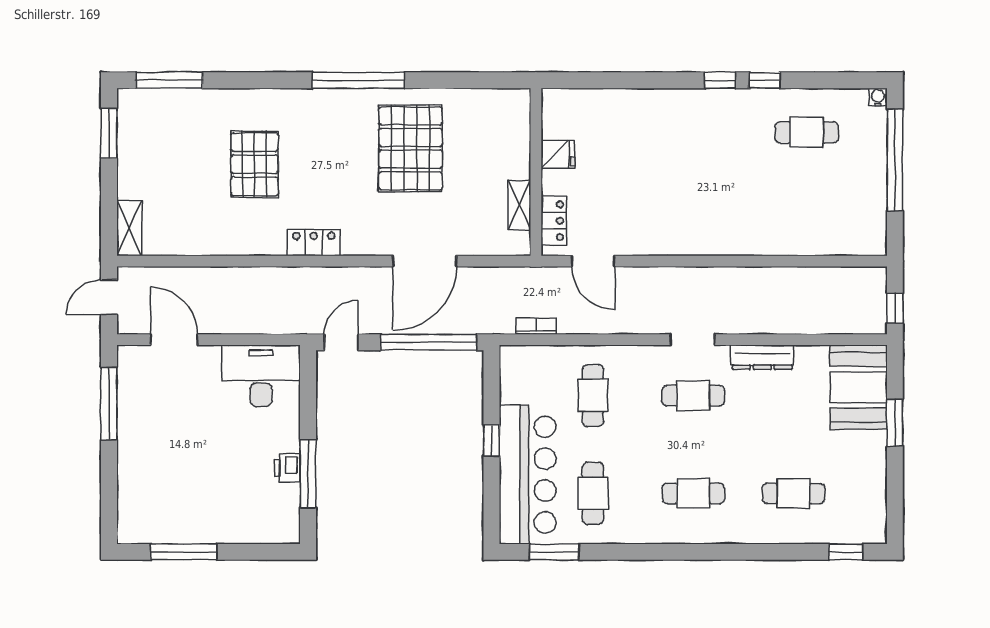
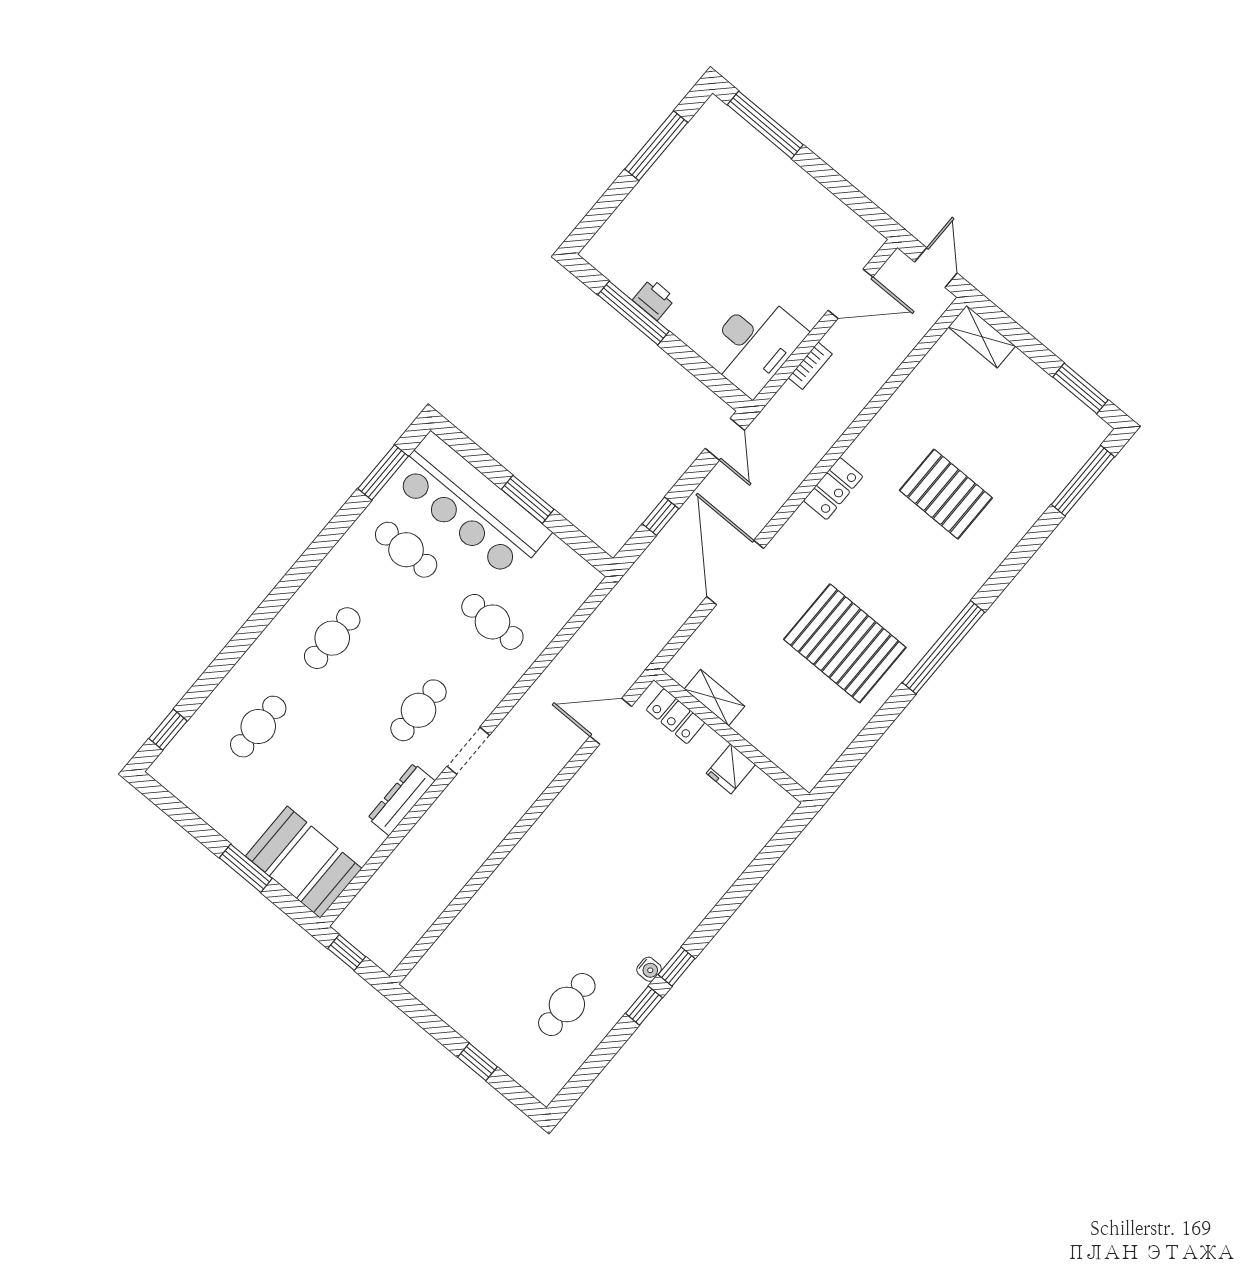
water cooler: (878, 97) -> (649, 969), moved
window: (895, 160) -> (478, 1062), width x0.32
bookcase: (536, 326) -> (810, 366), moved
window: (429, 342) -> (661, 516), width x0.32
window: (109, 404) -> (765, 125), moved
window: (491, 440) -> (528, 499), width x1.50

